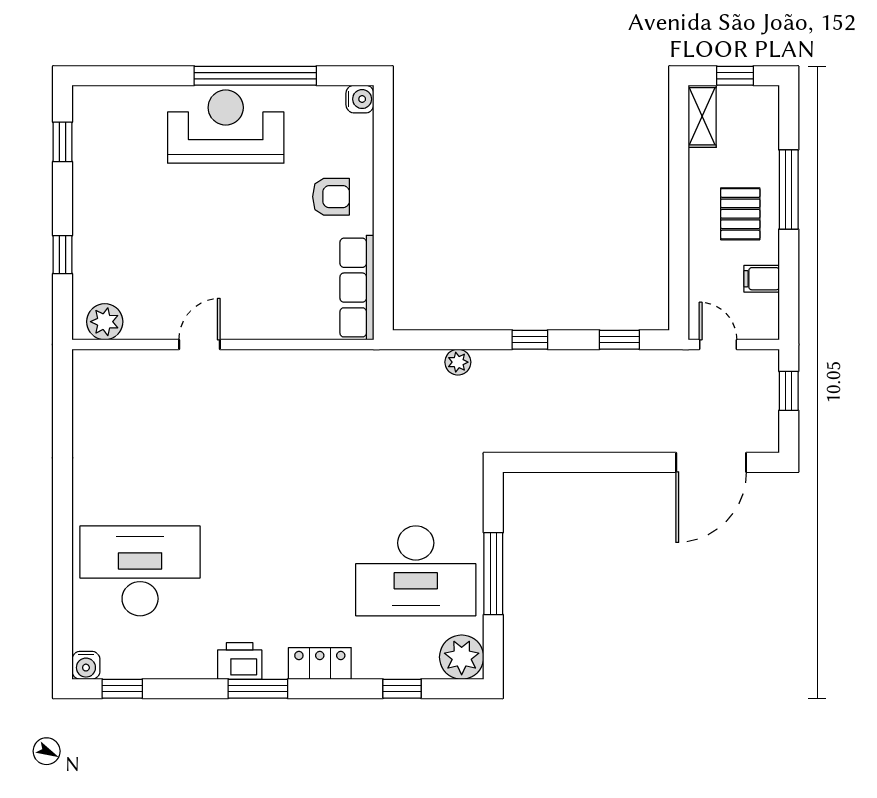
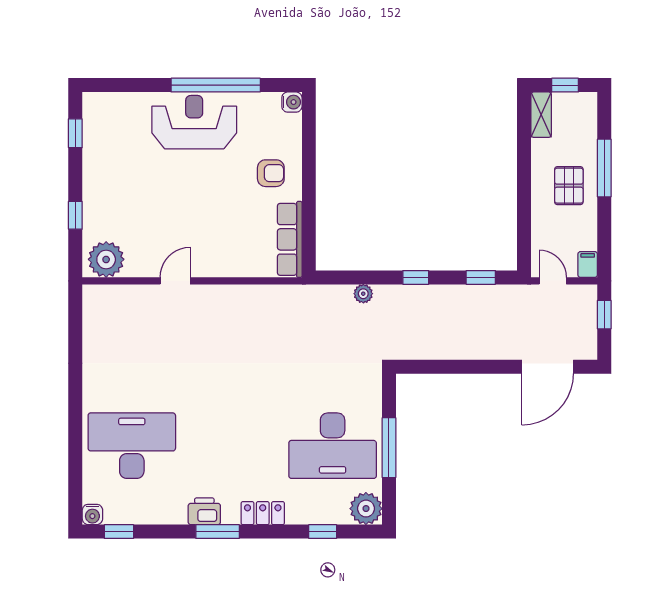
filing cabinet: (762, 279) -> (588, 264), moved, turned 90
plant: (105, 322) -> (106, 259), width x1.36, depth x1.36

